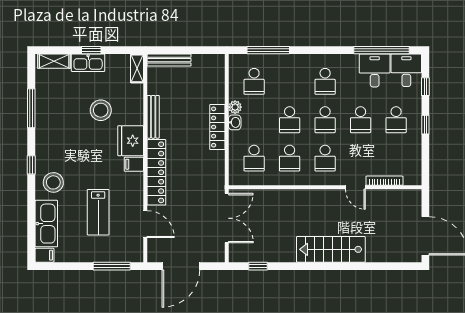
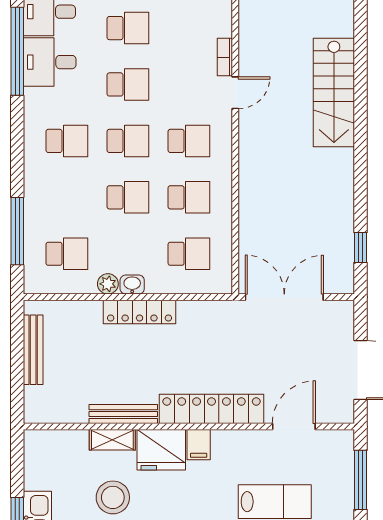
bench: (169, 60) -> (33, 350), moved
shelving: (137, 68) -> (112, 440), moved
bookcase: (384, 181) -> (225, 57), width x0.64
stairs: (331, 249) -> (334, 93), moved

